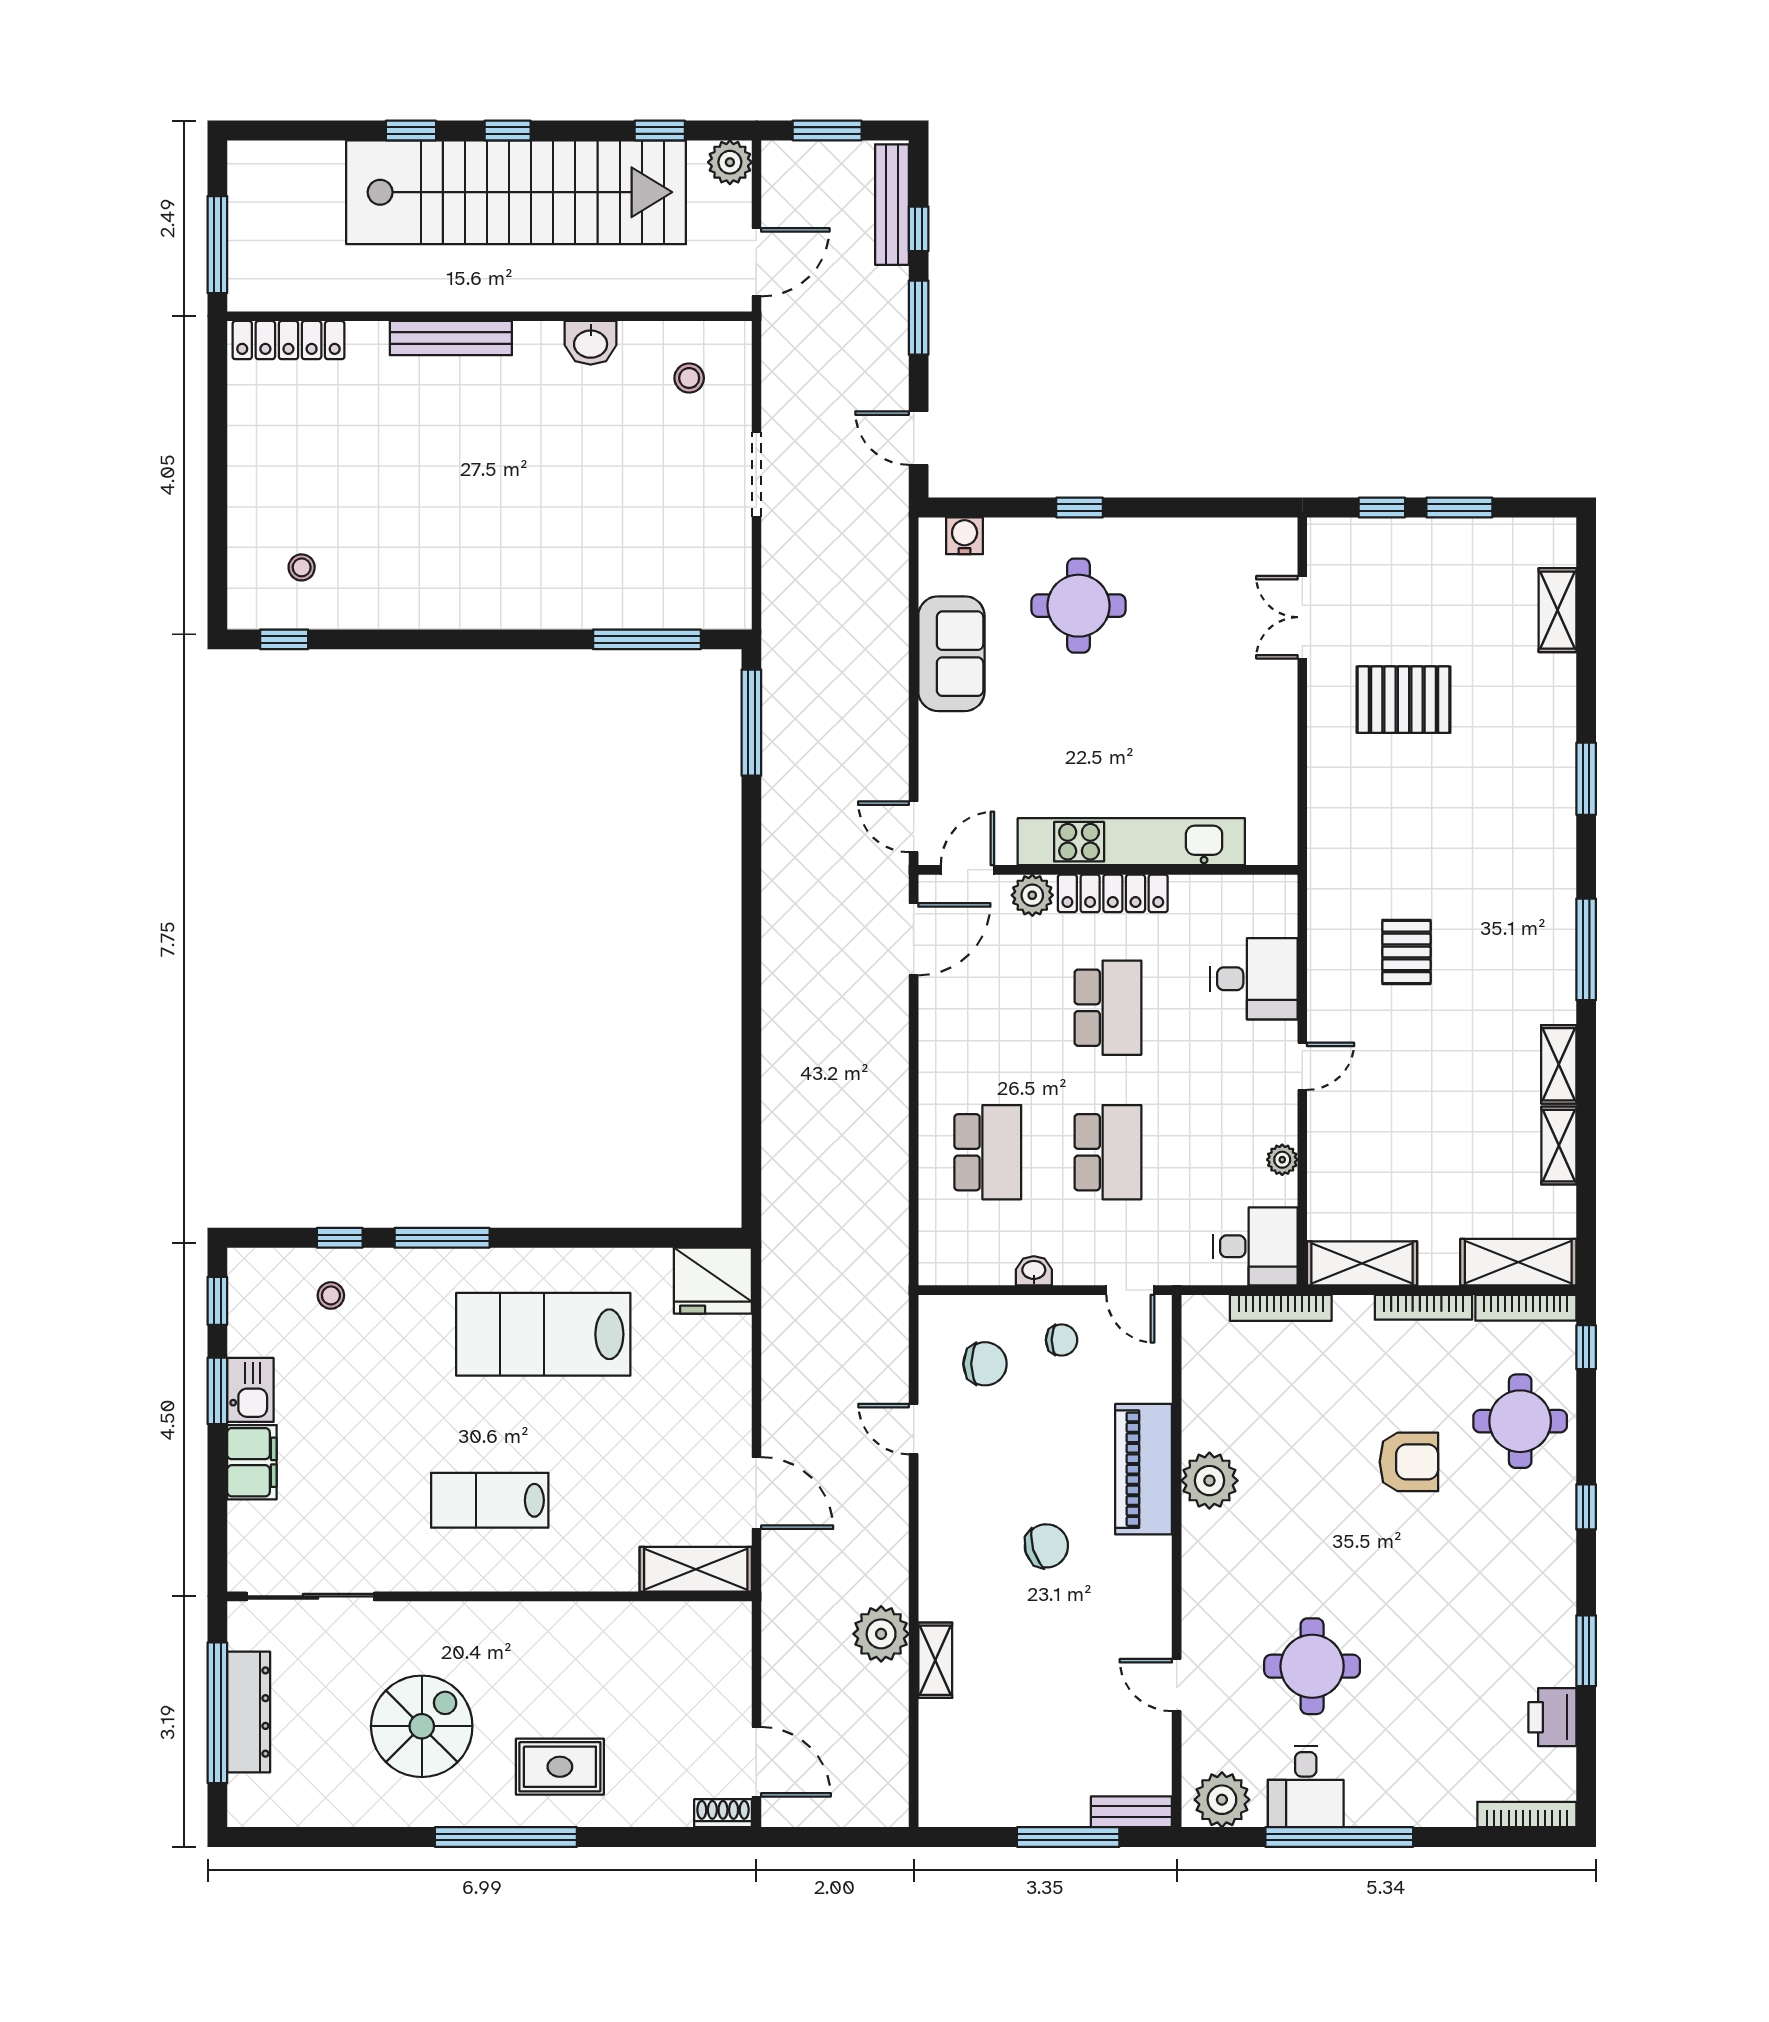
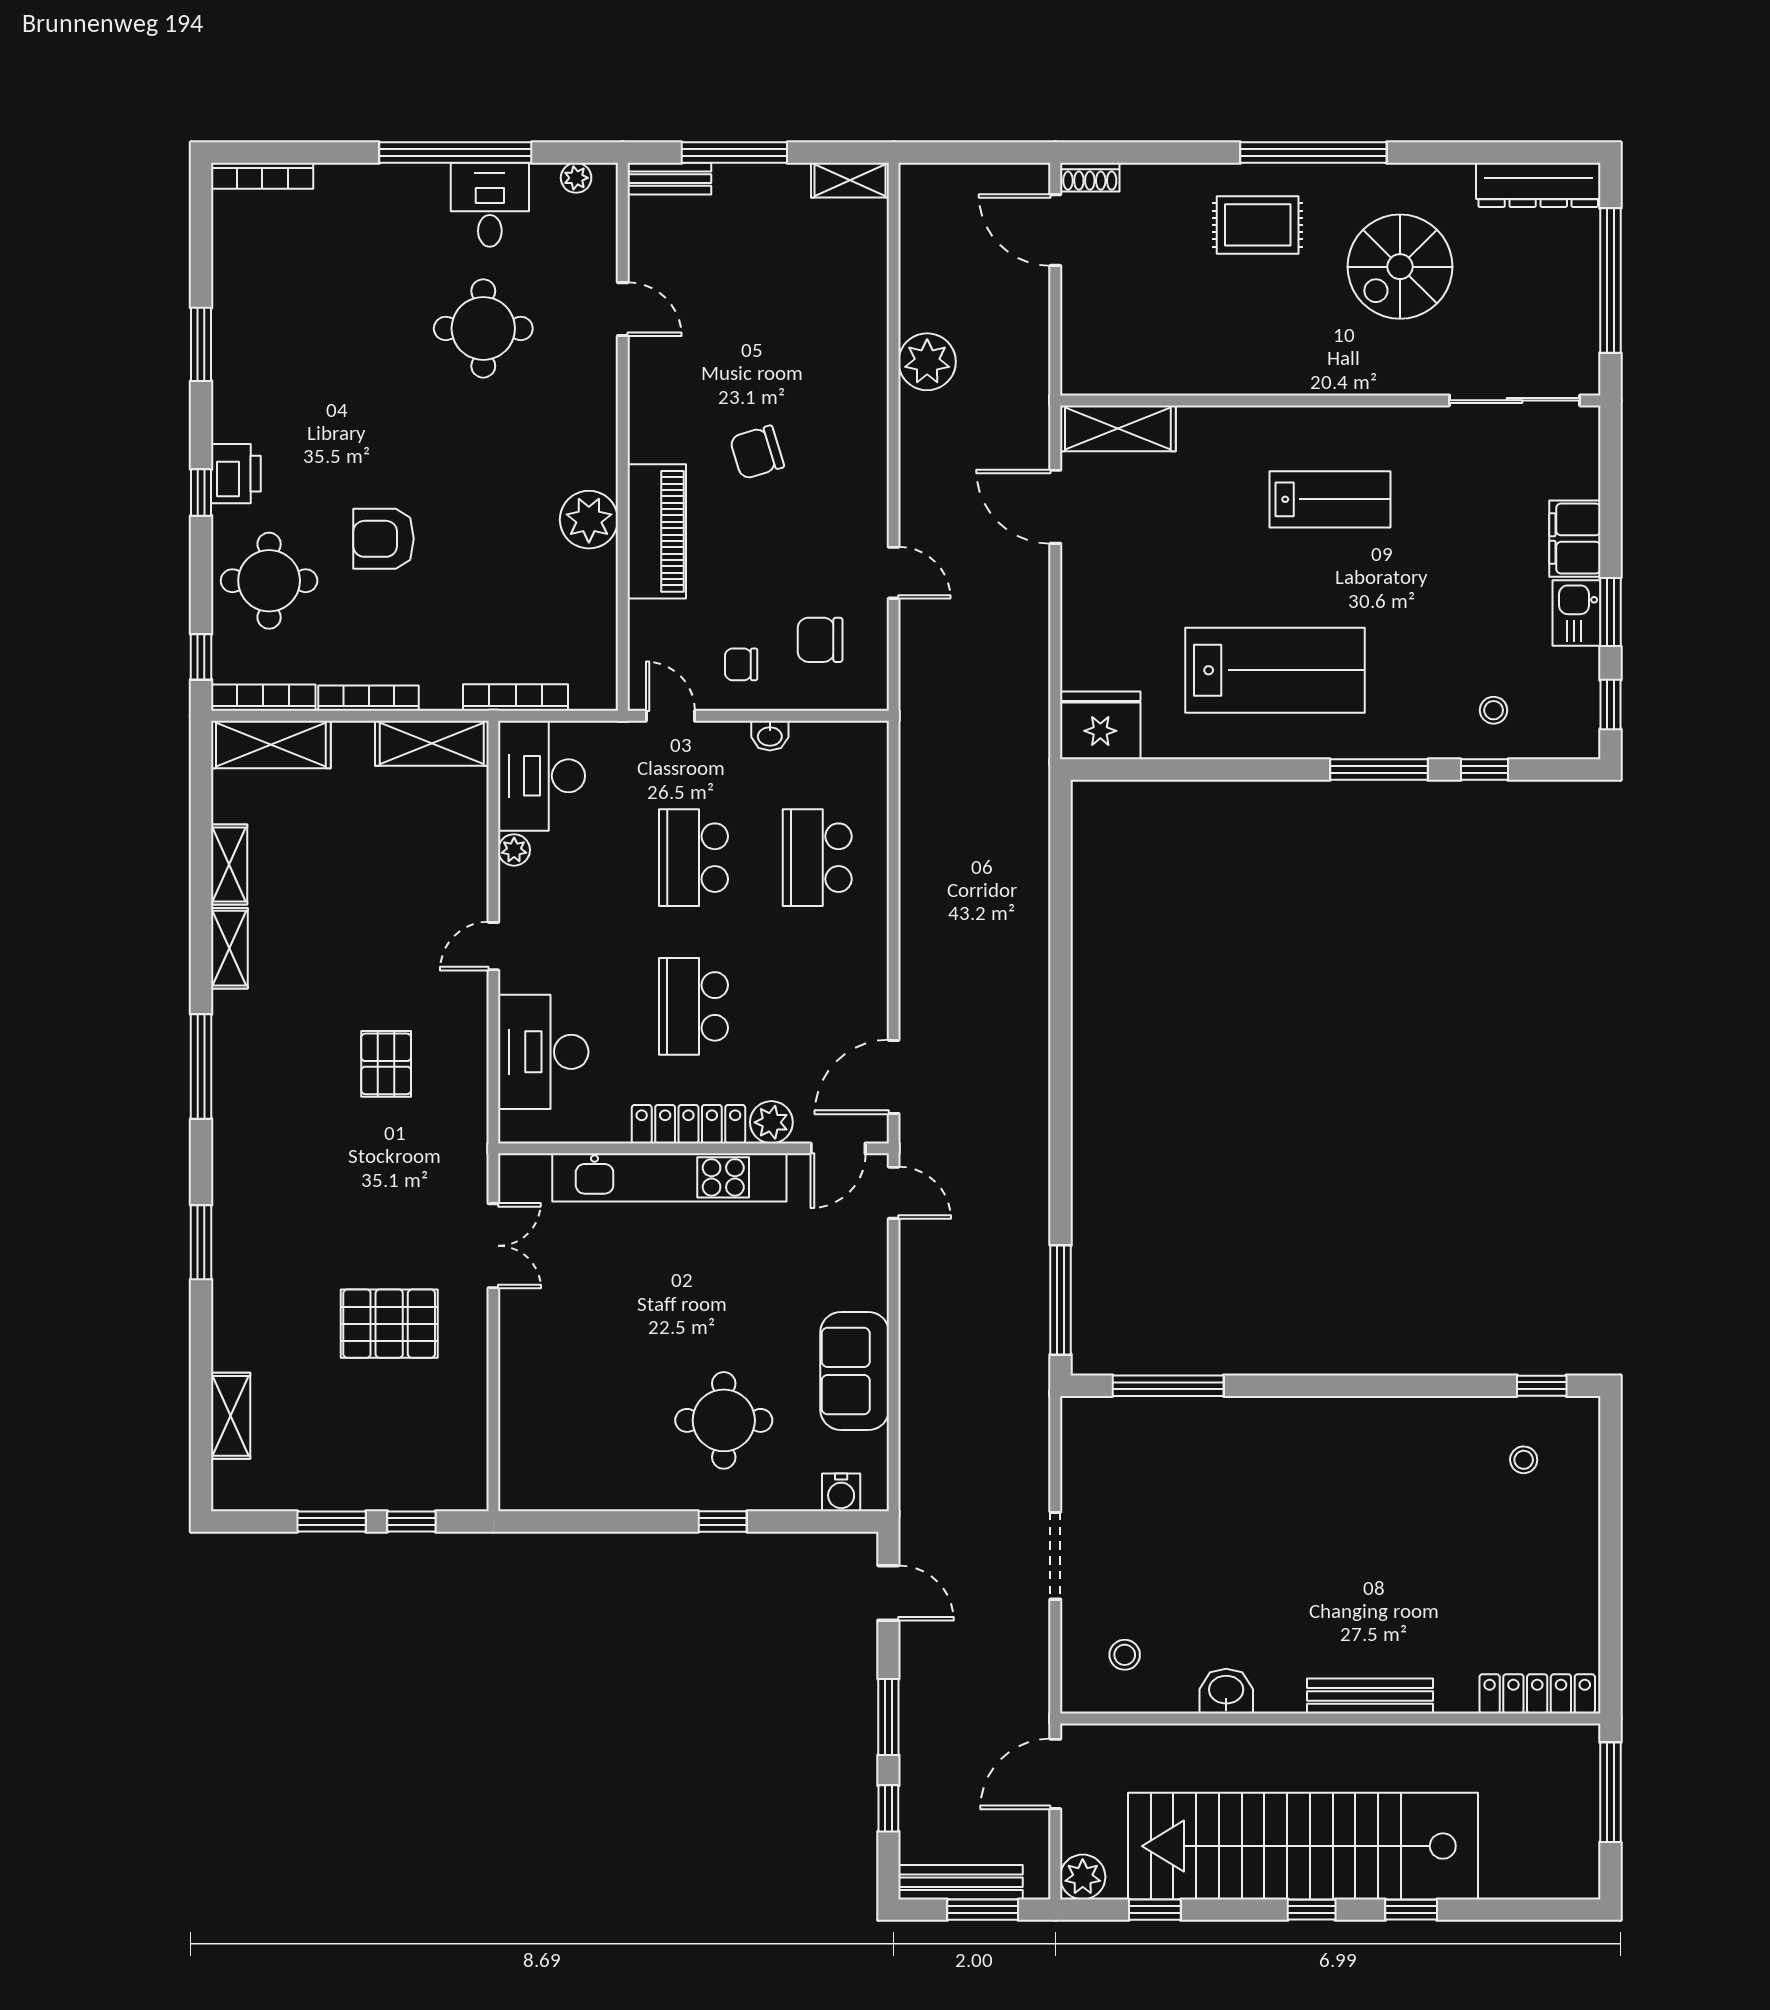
bench: (892, 205) -> (960, 1882), moved, turned 90
double door: (1302, 617) -> (493, 1246), moved
desk: (1254, 979) -> (543, 1052), width x1.37
desk: (1255, 1246) -> (542, 776), width x1.37
shelving: (935, 1660) -> (850, 180), moved, turned 90
dresser: (249, 1712) -> (1538, 185), moved, turned -90
printer: (1552, 1717) -> (236, 474), moved
plant: (1222, 1800) -> (576, 178), width x0.53, depth x0.53

